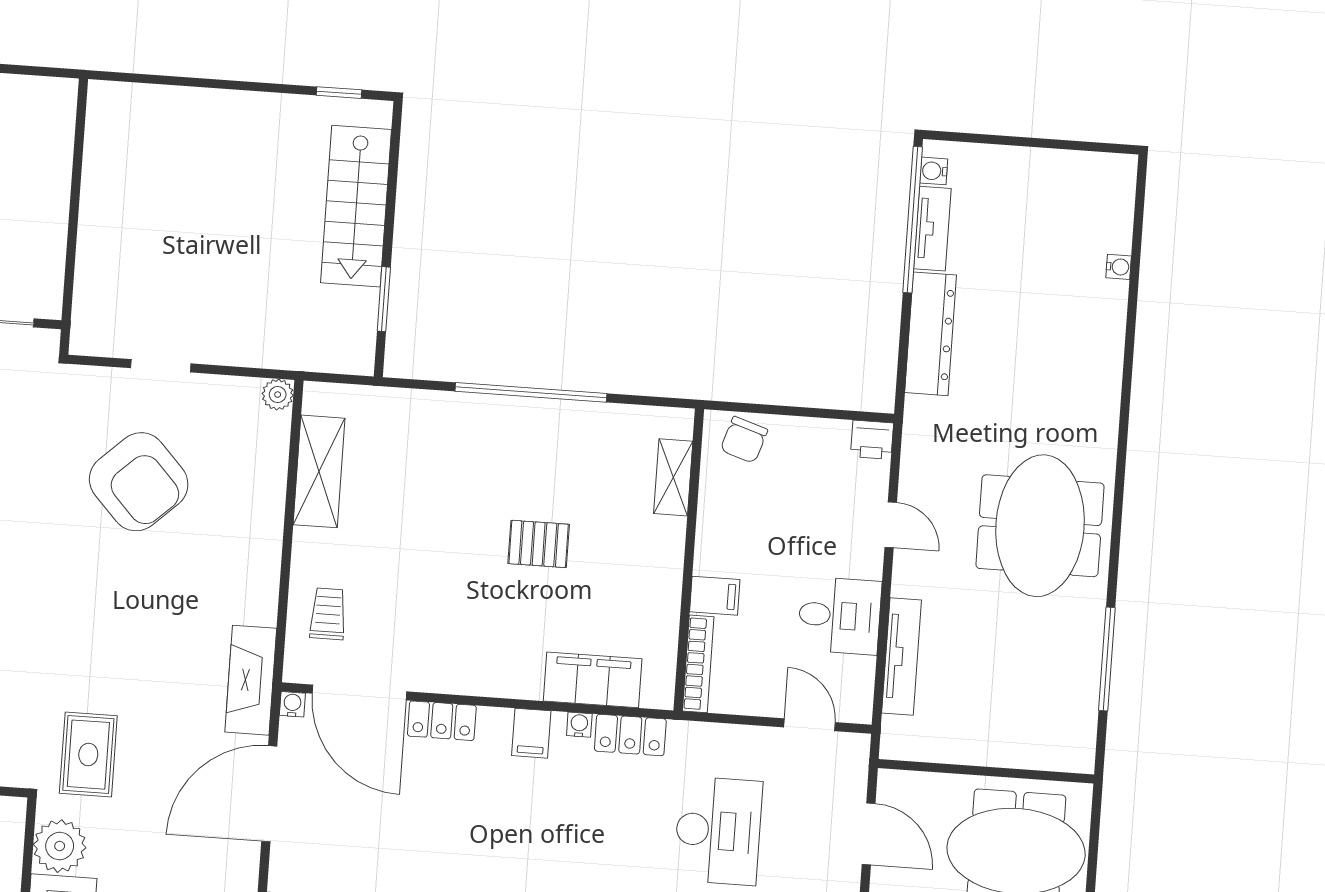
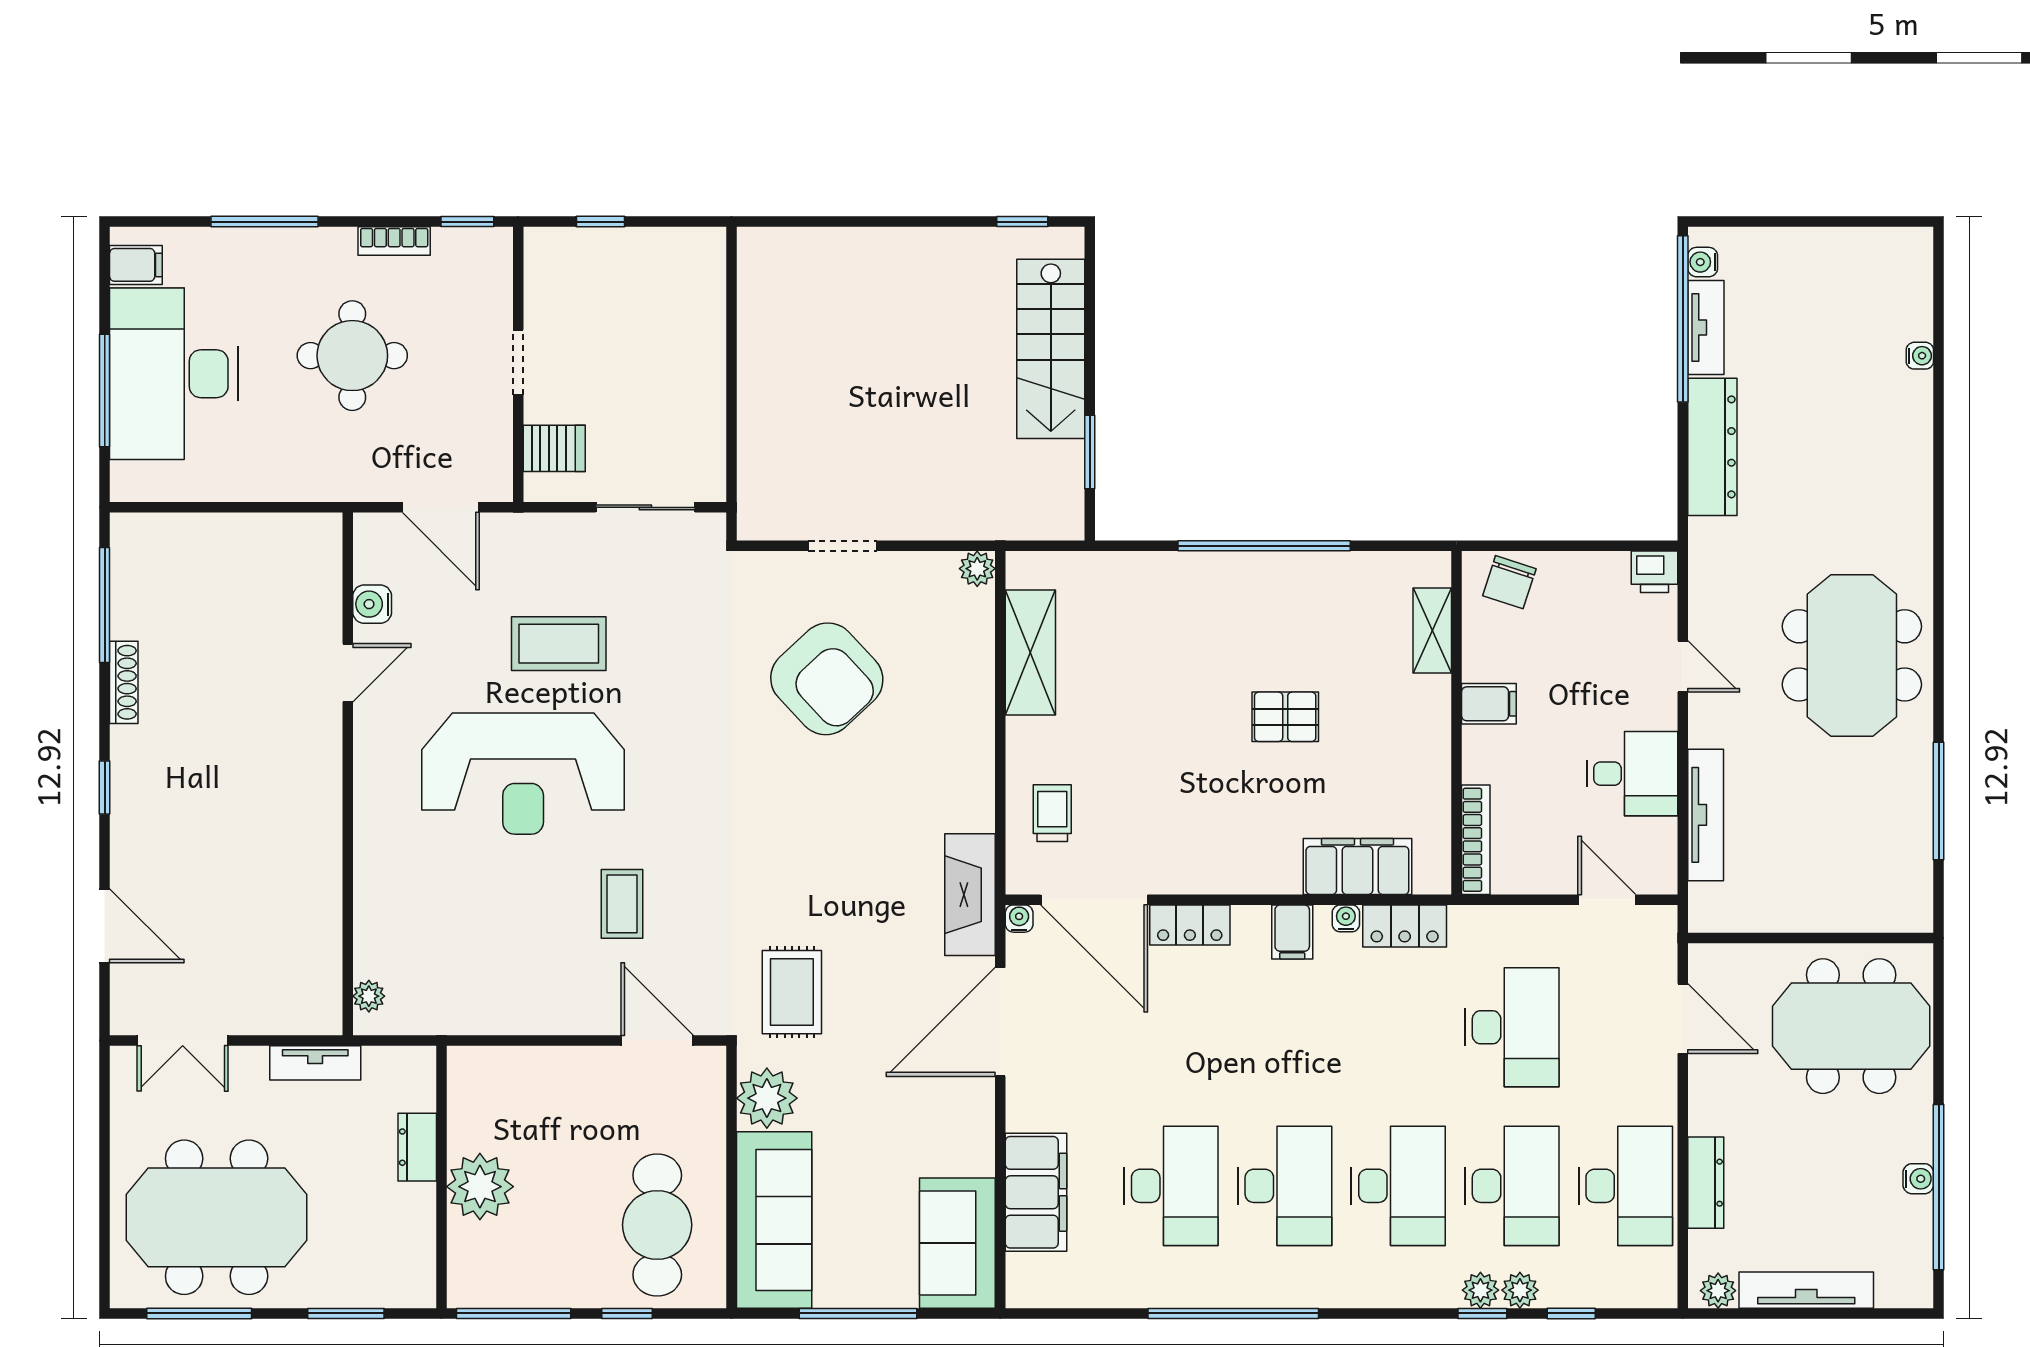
filing cabinet: (715, 596) -> (1489, 704), moved

